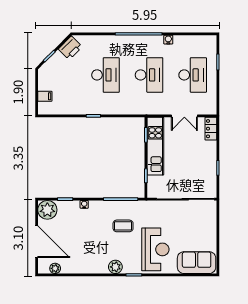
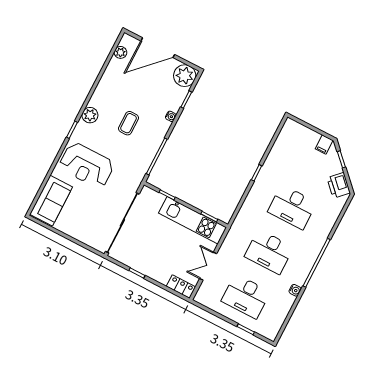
filing cabinet: (45, 96) -> (324, 145), moved
coffee table: (123, 226) -> (129, 123), moved

